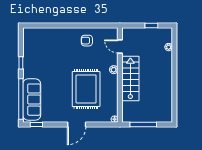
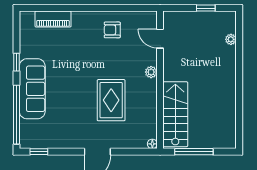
piano: (46, 33) -> (53, 19), added
stairs: (130, 79) -> (175, 114), moved
rug: (86, 89) -> (111, 100), width x0.73, depth x0.69
sofa: (32, 100) -> (32, 89), moved

